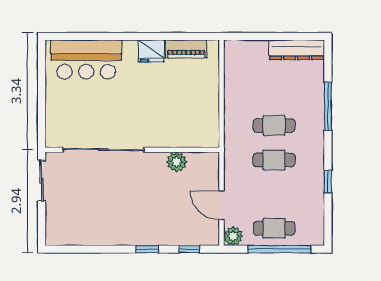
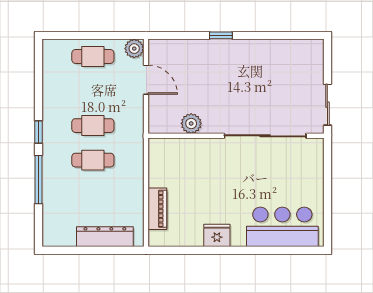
piano: (186, 49) -> (157, 209), moved, turned 90
dresser: (297, 50) -> (105, 237), moved
window: (328, 181) -> (39, 132), moved
window: (189, 249) -> (178, 35), removed
window: (279, 249) -> (88, 35), removed

